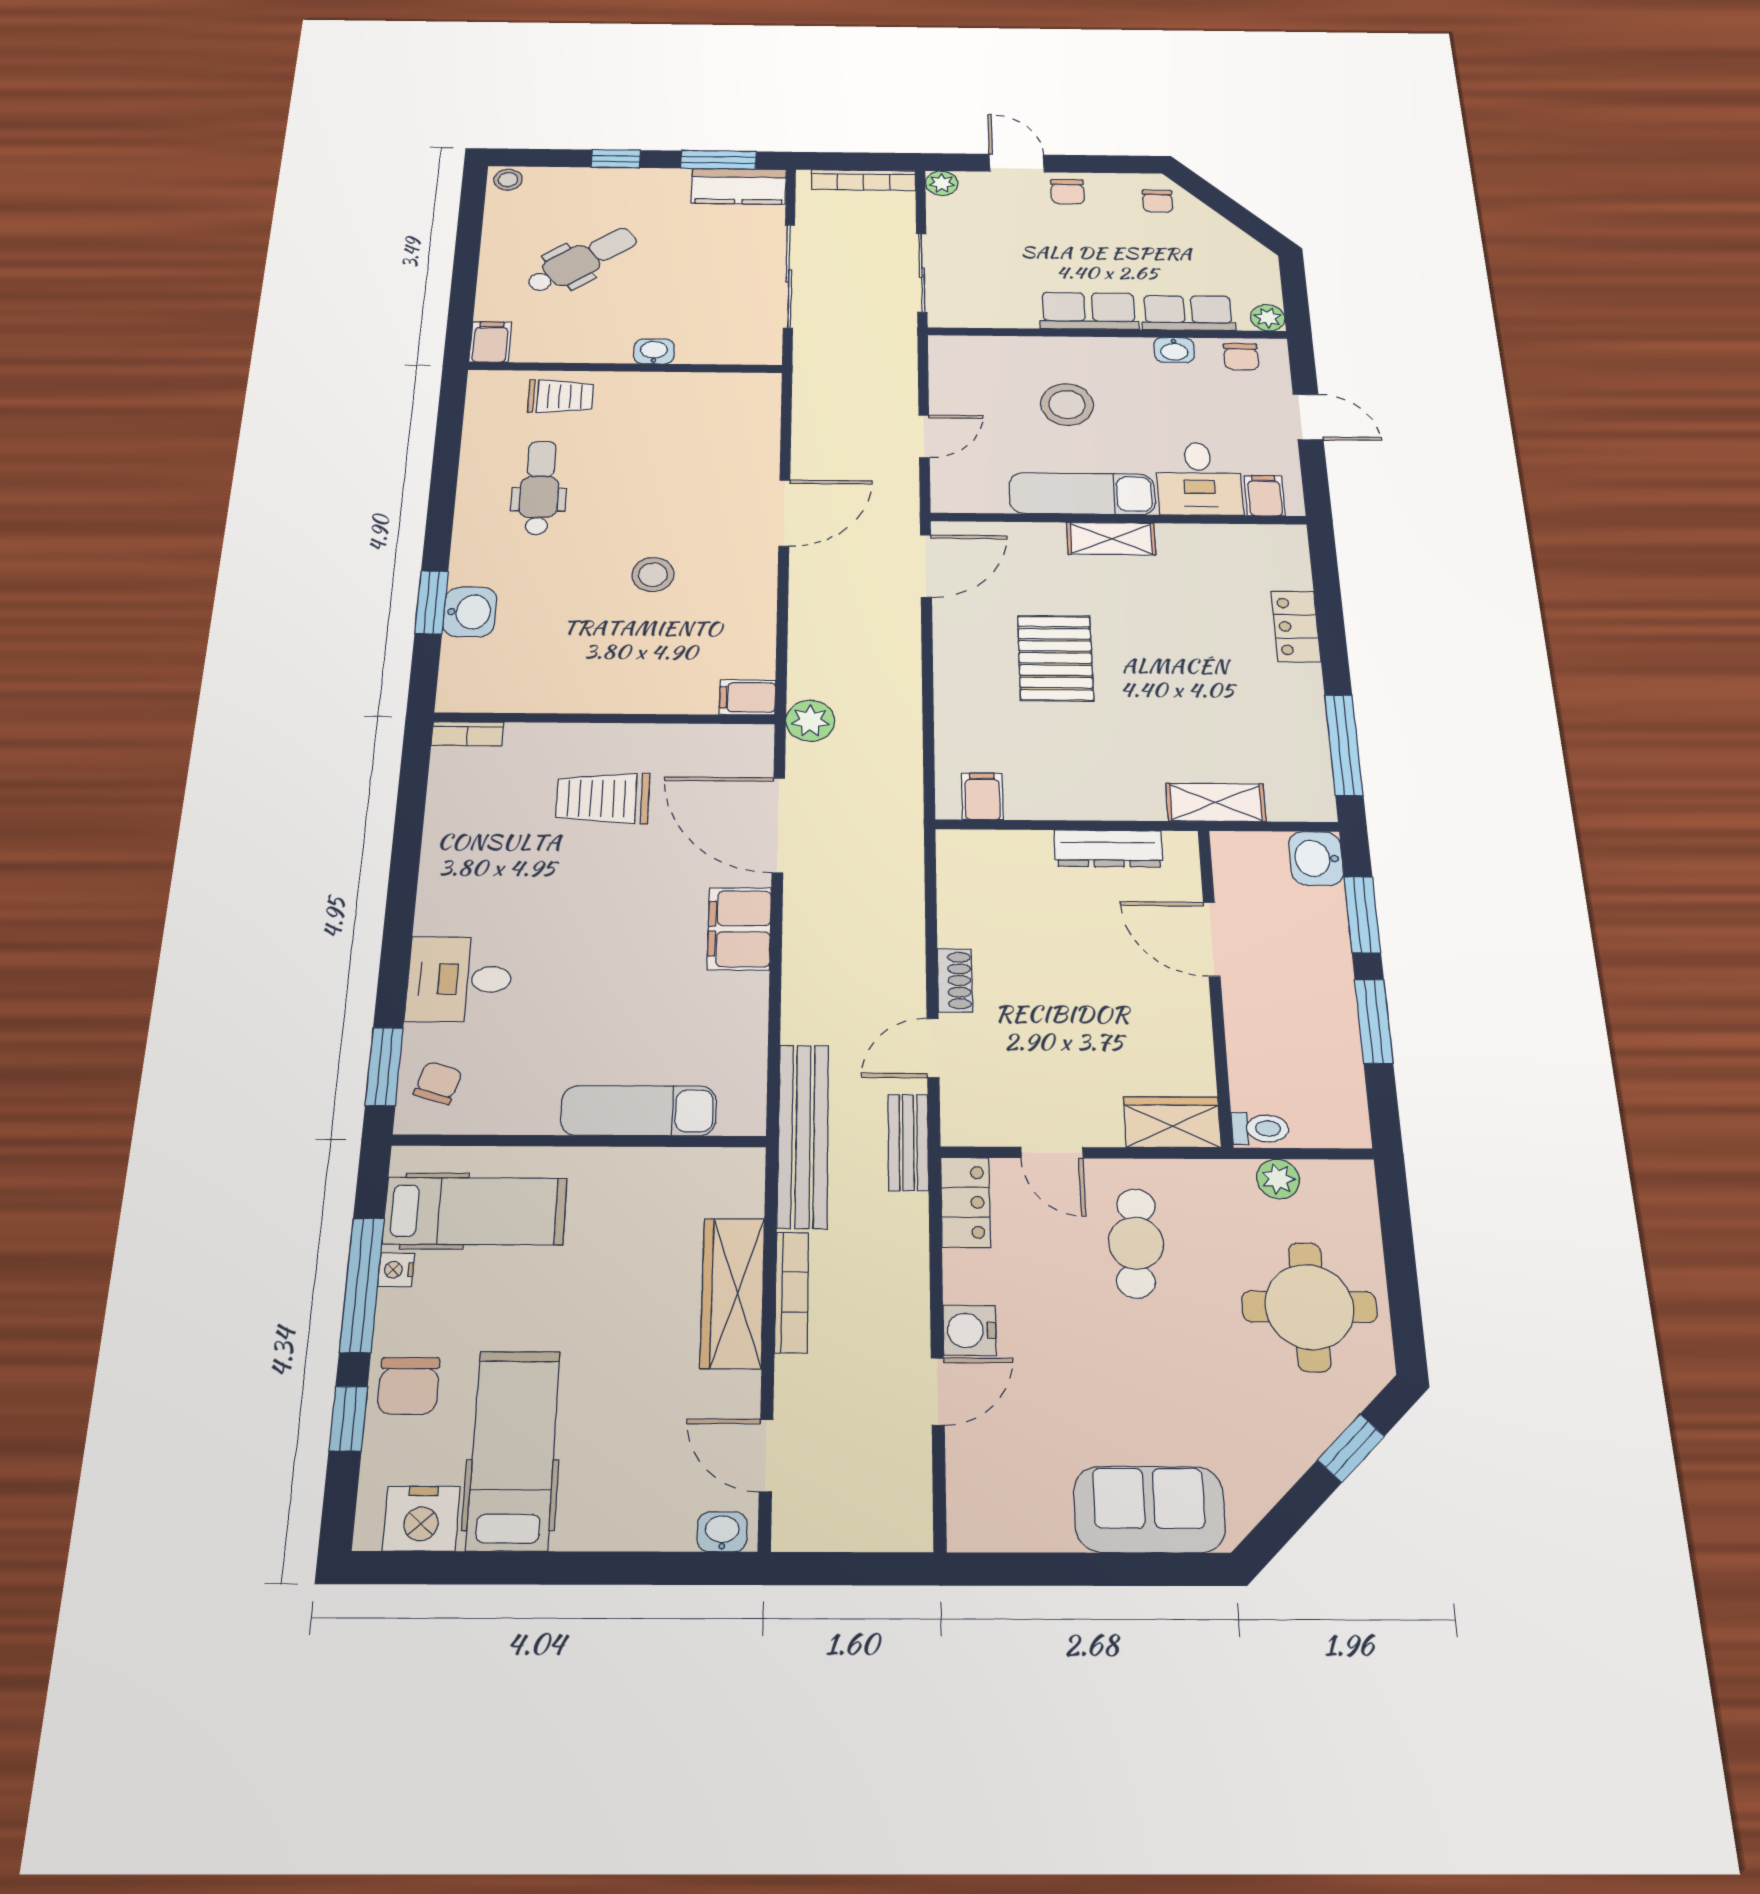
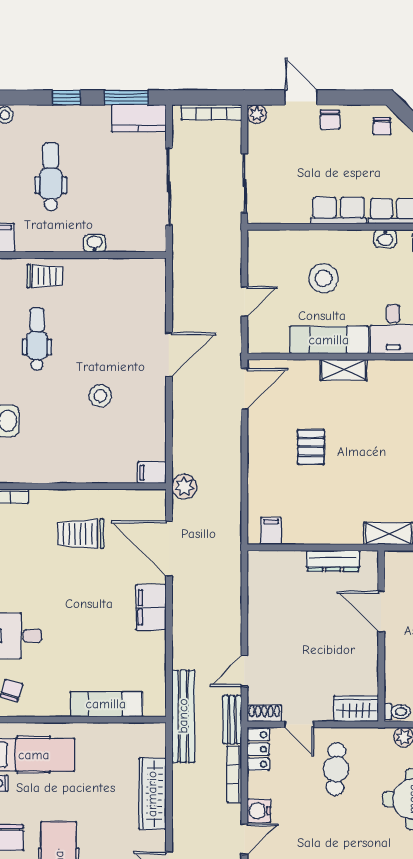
dental chair: (582, 260) -> (51, 177), turned -54
pallet: (1055, 658) -> (311, 447), width x0.67, depth x0.71
shoe rack: (955, 980) -> (264, 713), moved, turned -90
bookcase: (792, 1292) -> (234, 774), moved, turned 180

